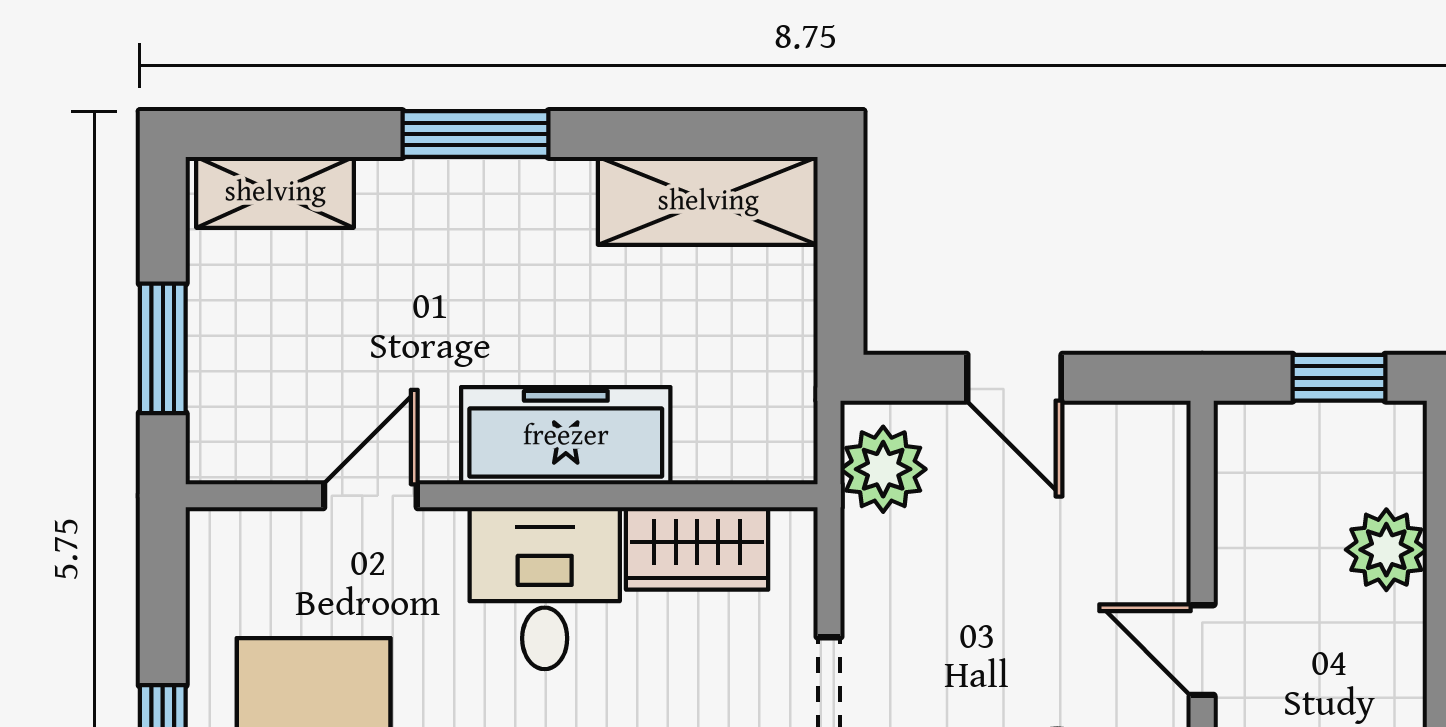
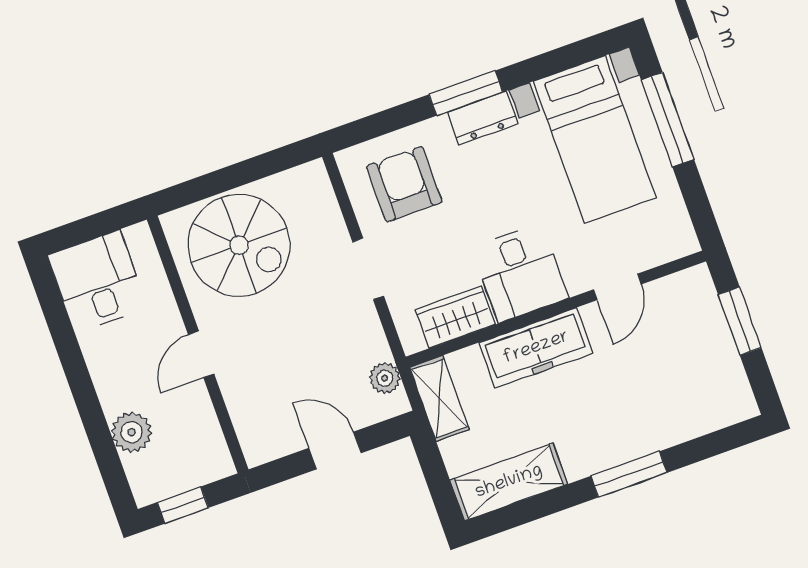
shelving: (275, 192) -> (439, 398), moved, turned 90
plant: (883, 469) -> (385, 378), width x0.73, depth x0.73
door: (1202, 650) -> (201, 354), swing flipped

